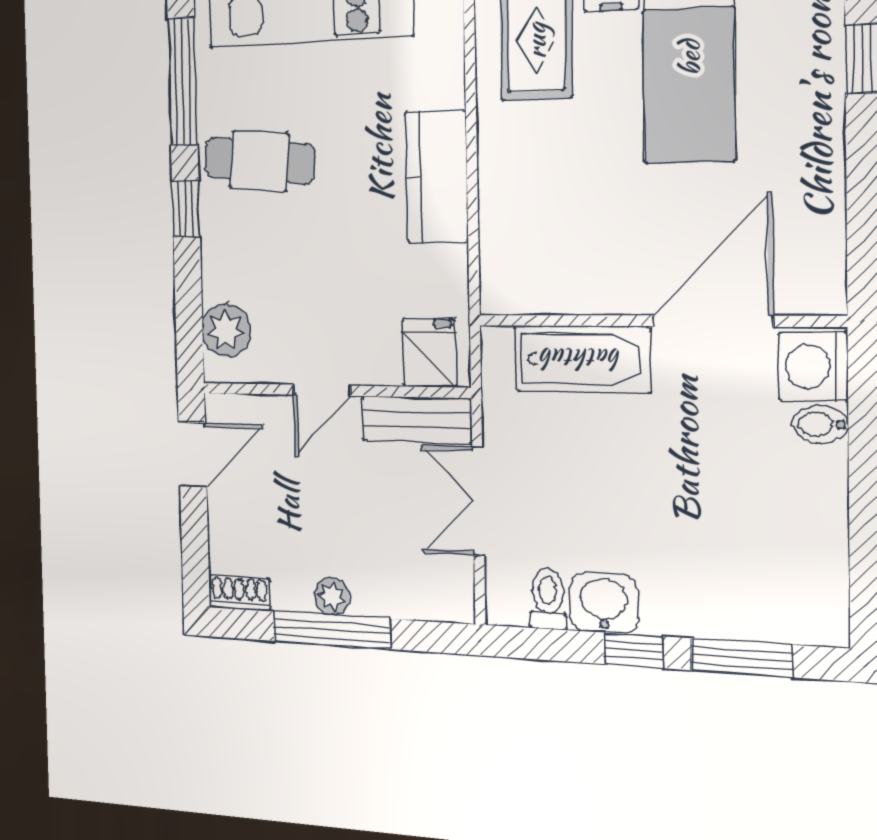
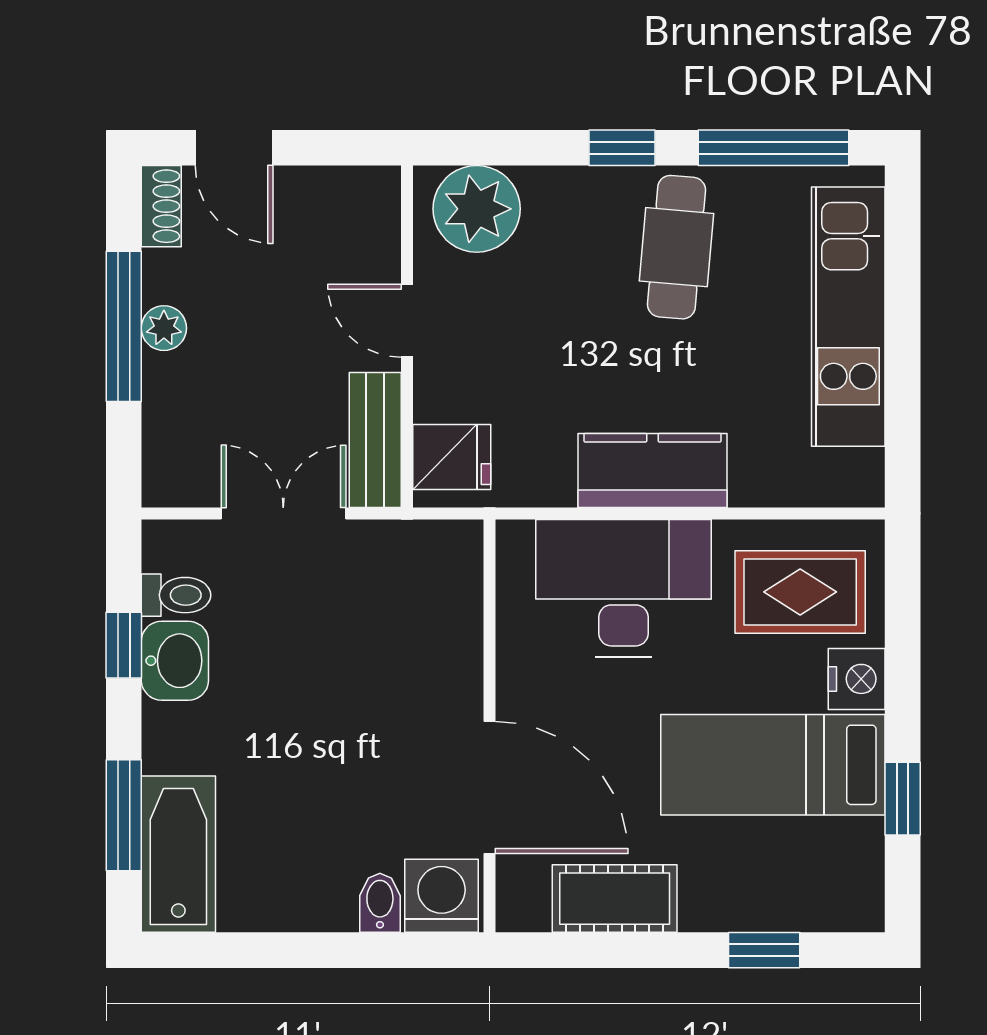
desk: (535, 200) -> (623, 588), added
cot: (814, 203) -> (615, 899), added
plant: (226, 330) -> (477, 209), width x1.36, depth x1.36
bathtub: (582, 359) -> (178, 854), moved, turned 180
door: (193, 455) -> (234, 148), moved
window: (633, 650) -> (124, 645), moved

